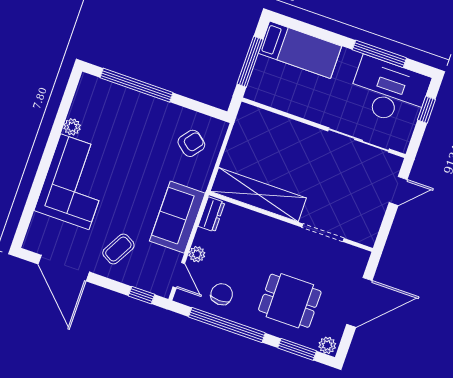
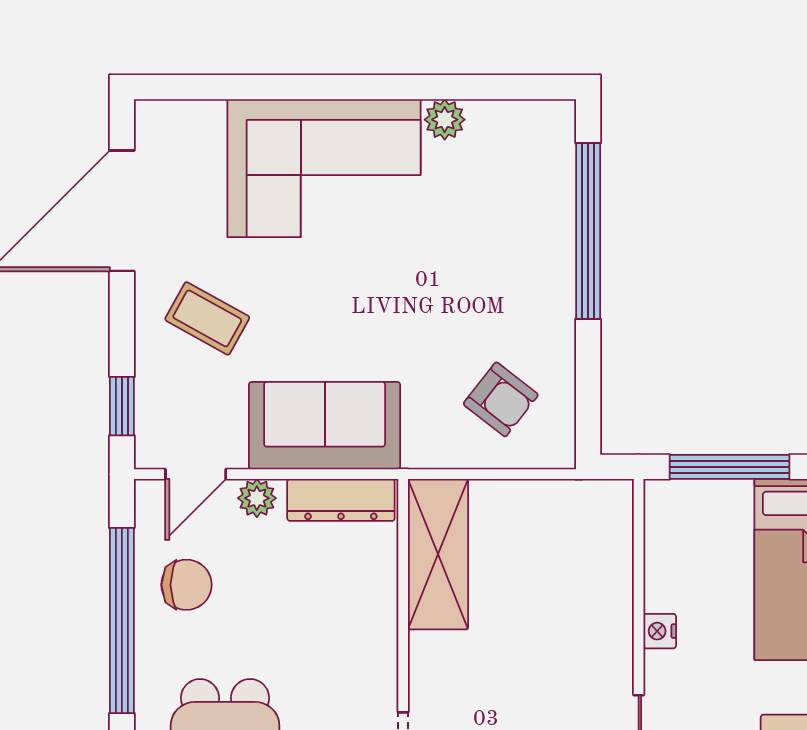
nightstand: (306, 112) -> (660, 631), added
shelving: (258, 195) -> (438, 554), width x0.68
dresser: (212, 214) -> (341, 500), width x1.44

